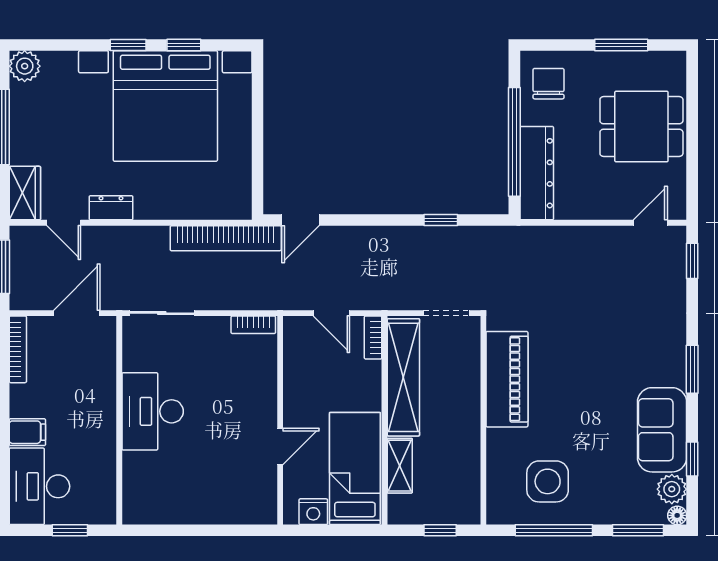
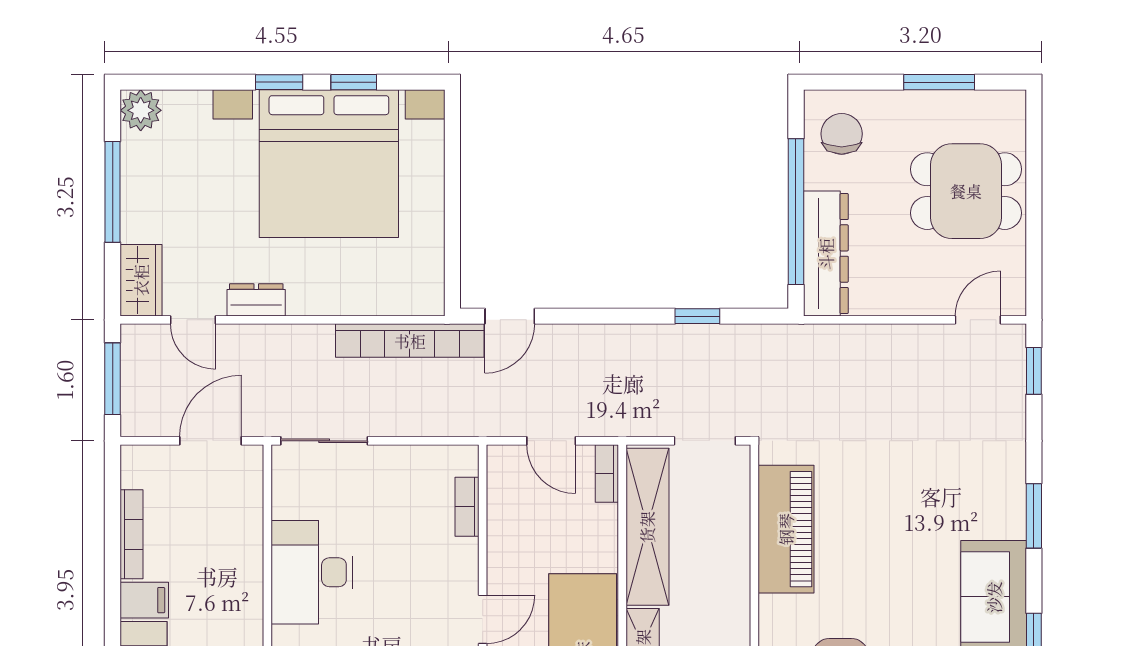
bookcase: (253, 325) -> (467, 507), moved, turned 90
bookcase: (18, 349) -> (132, 534), moved

